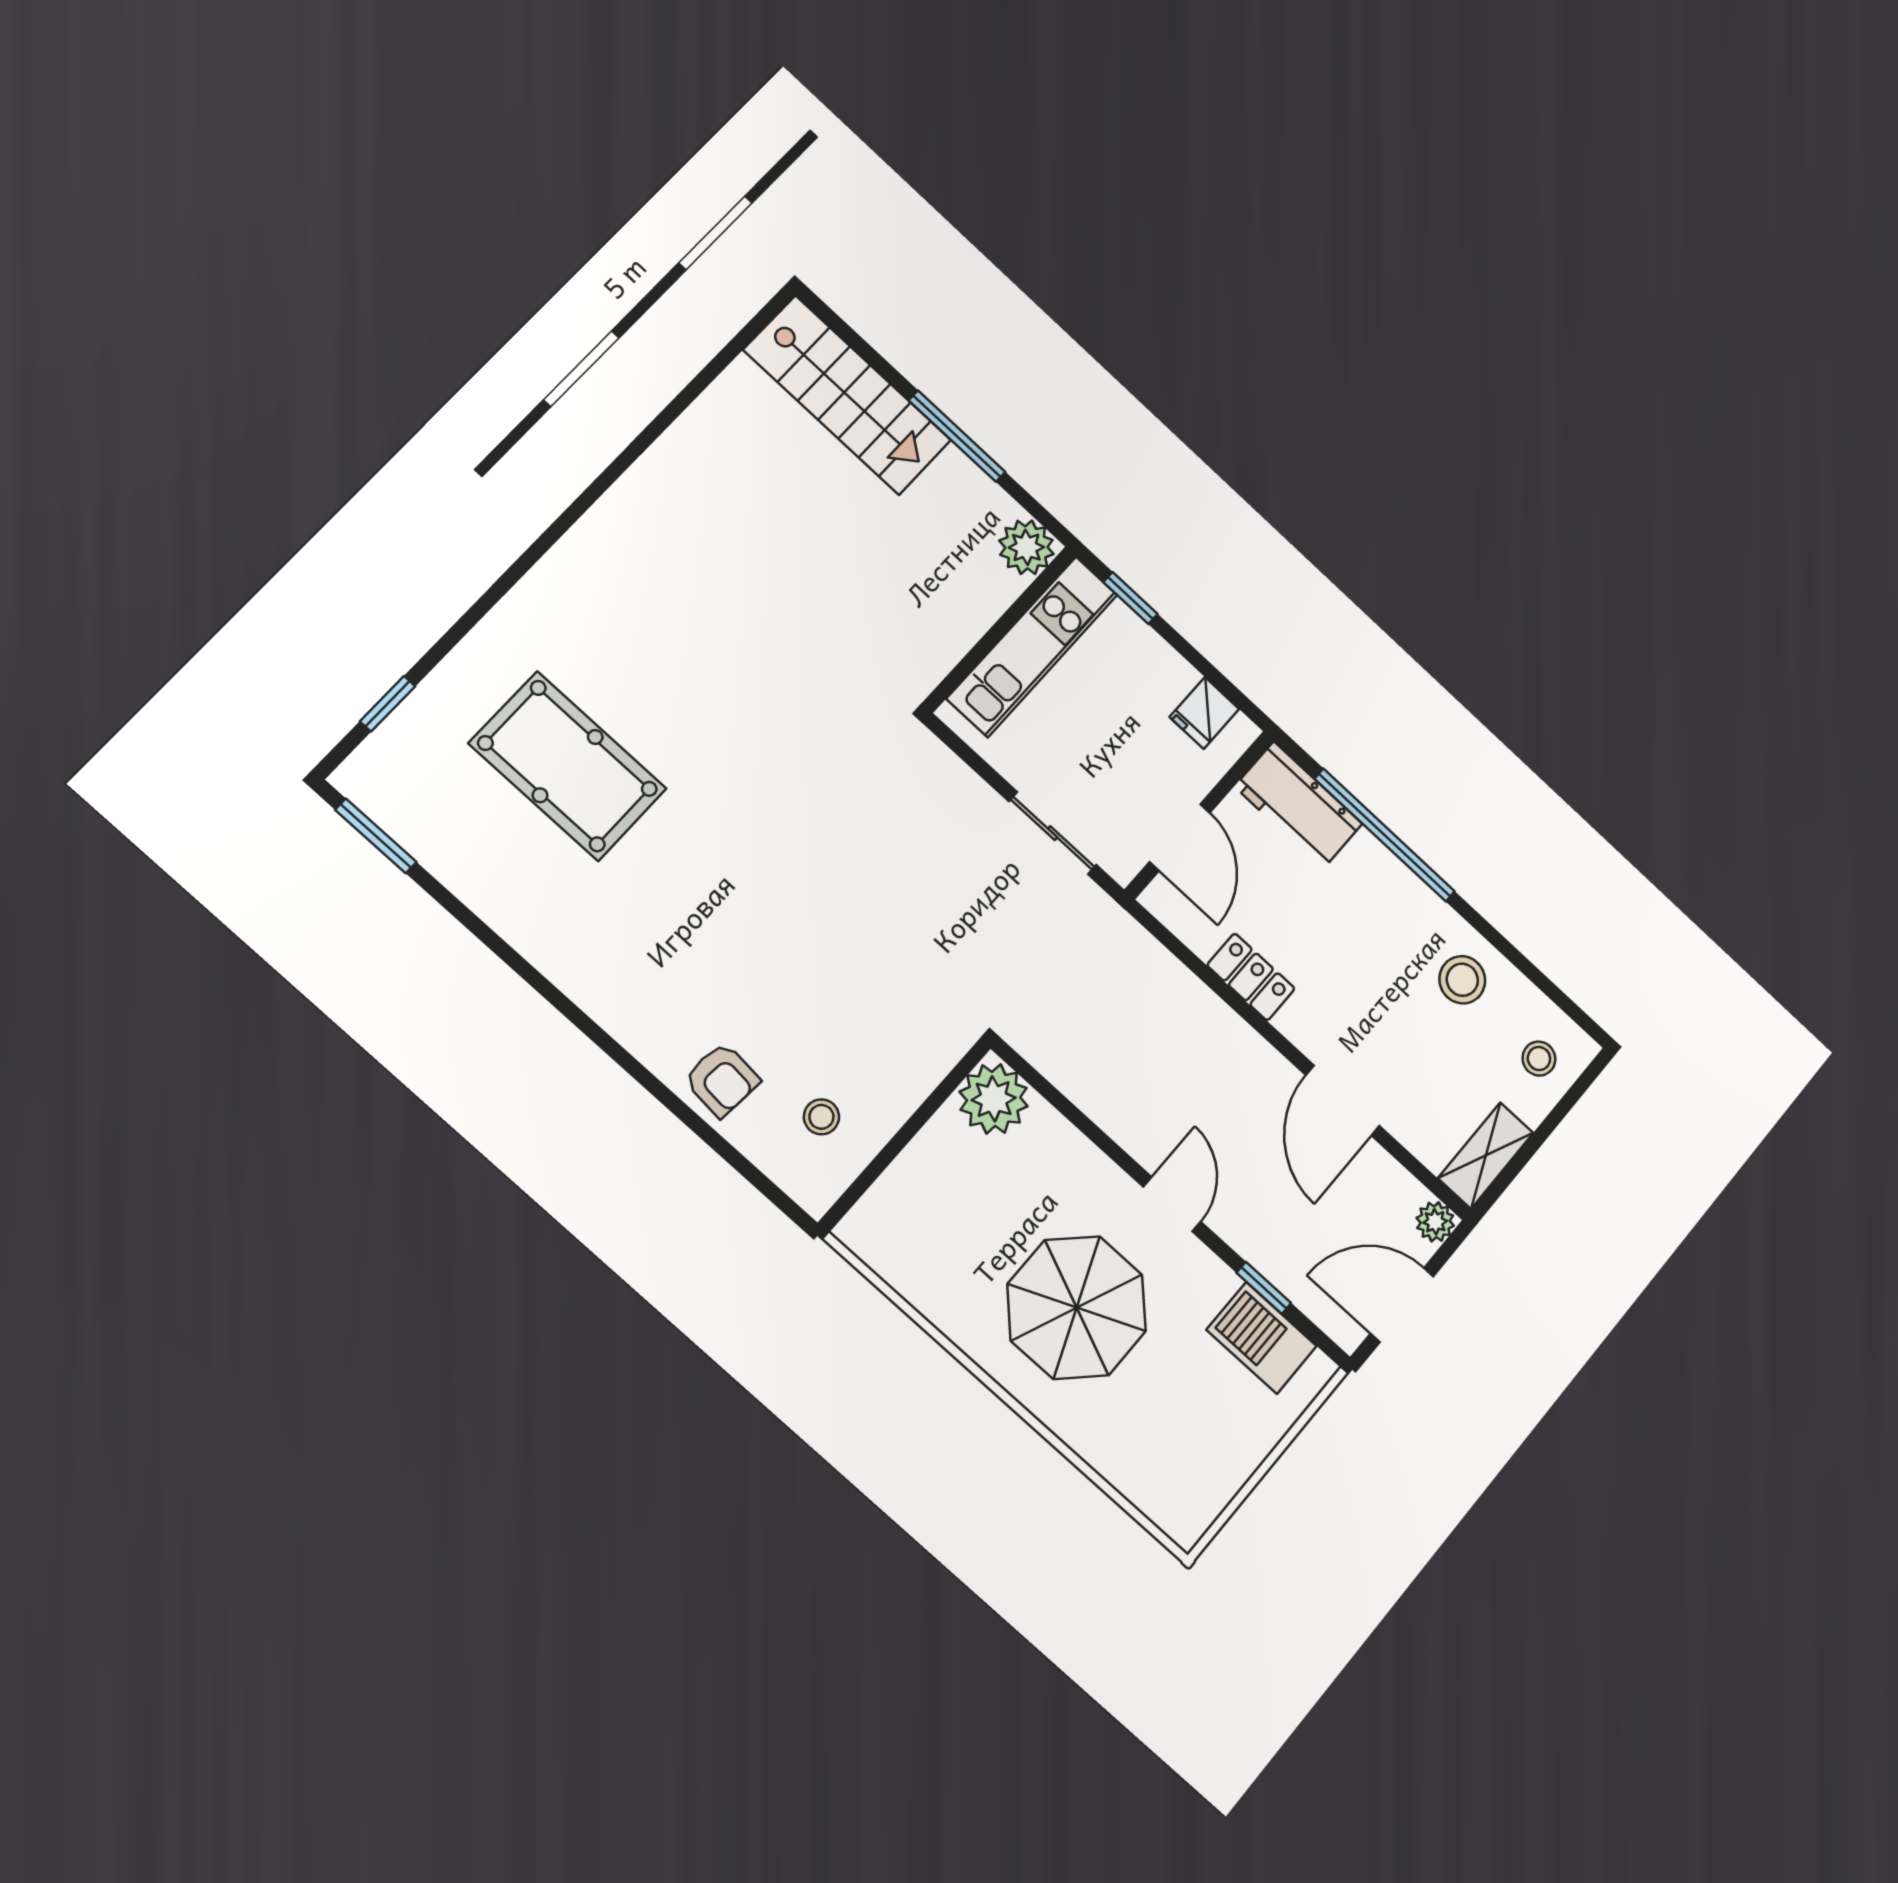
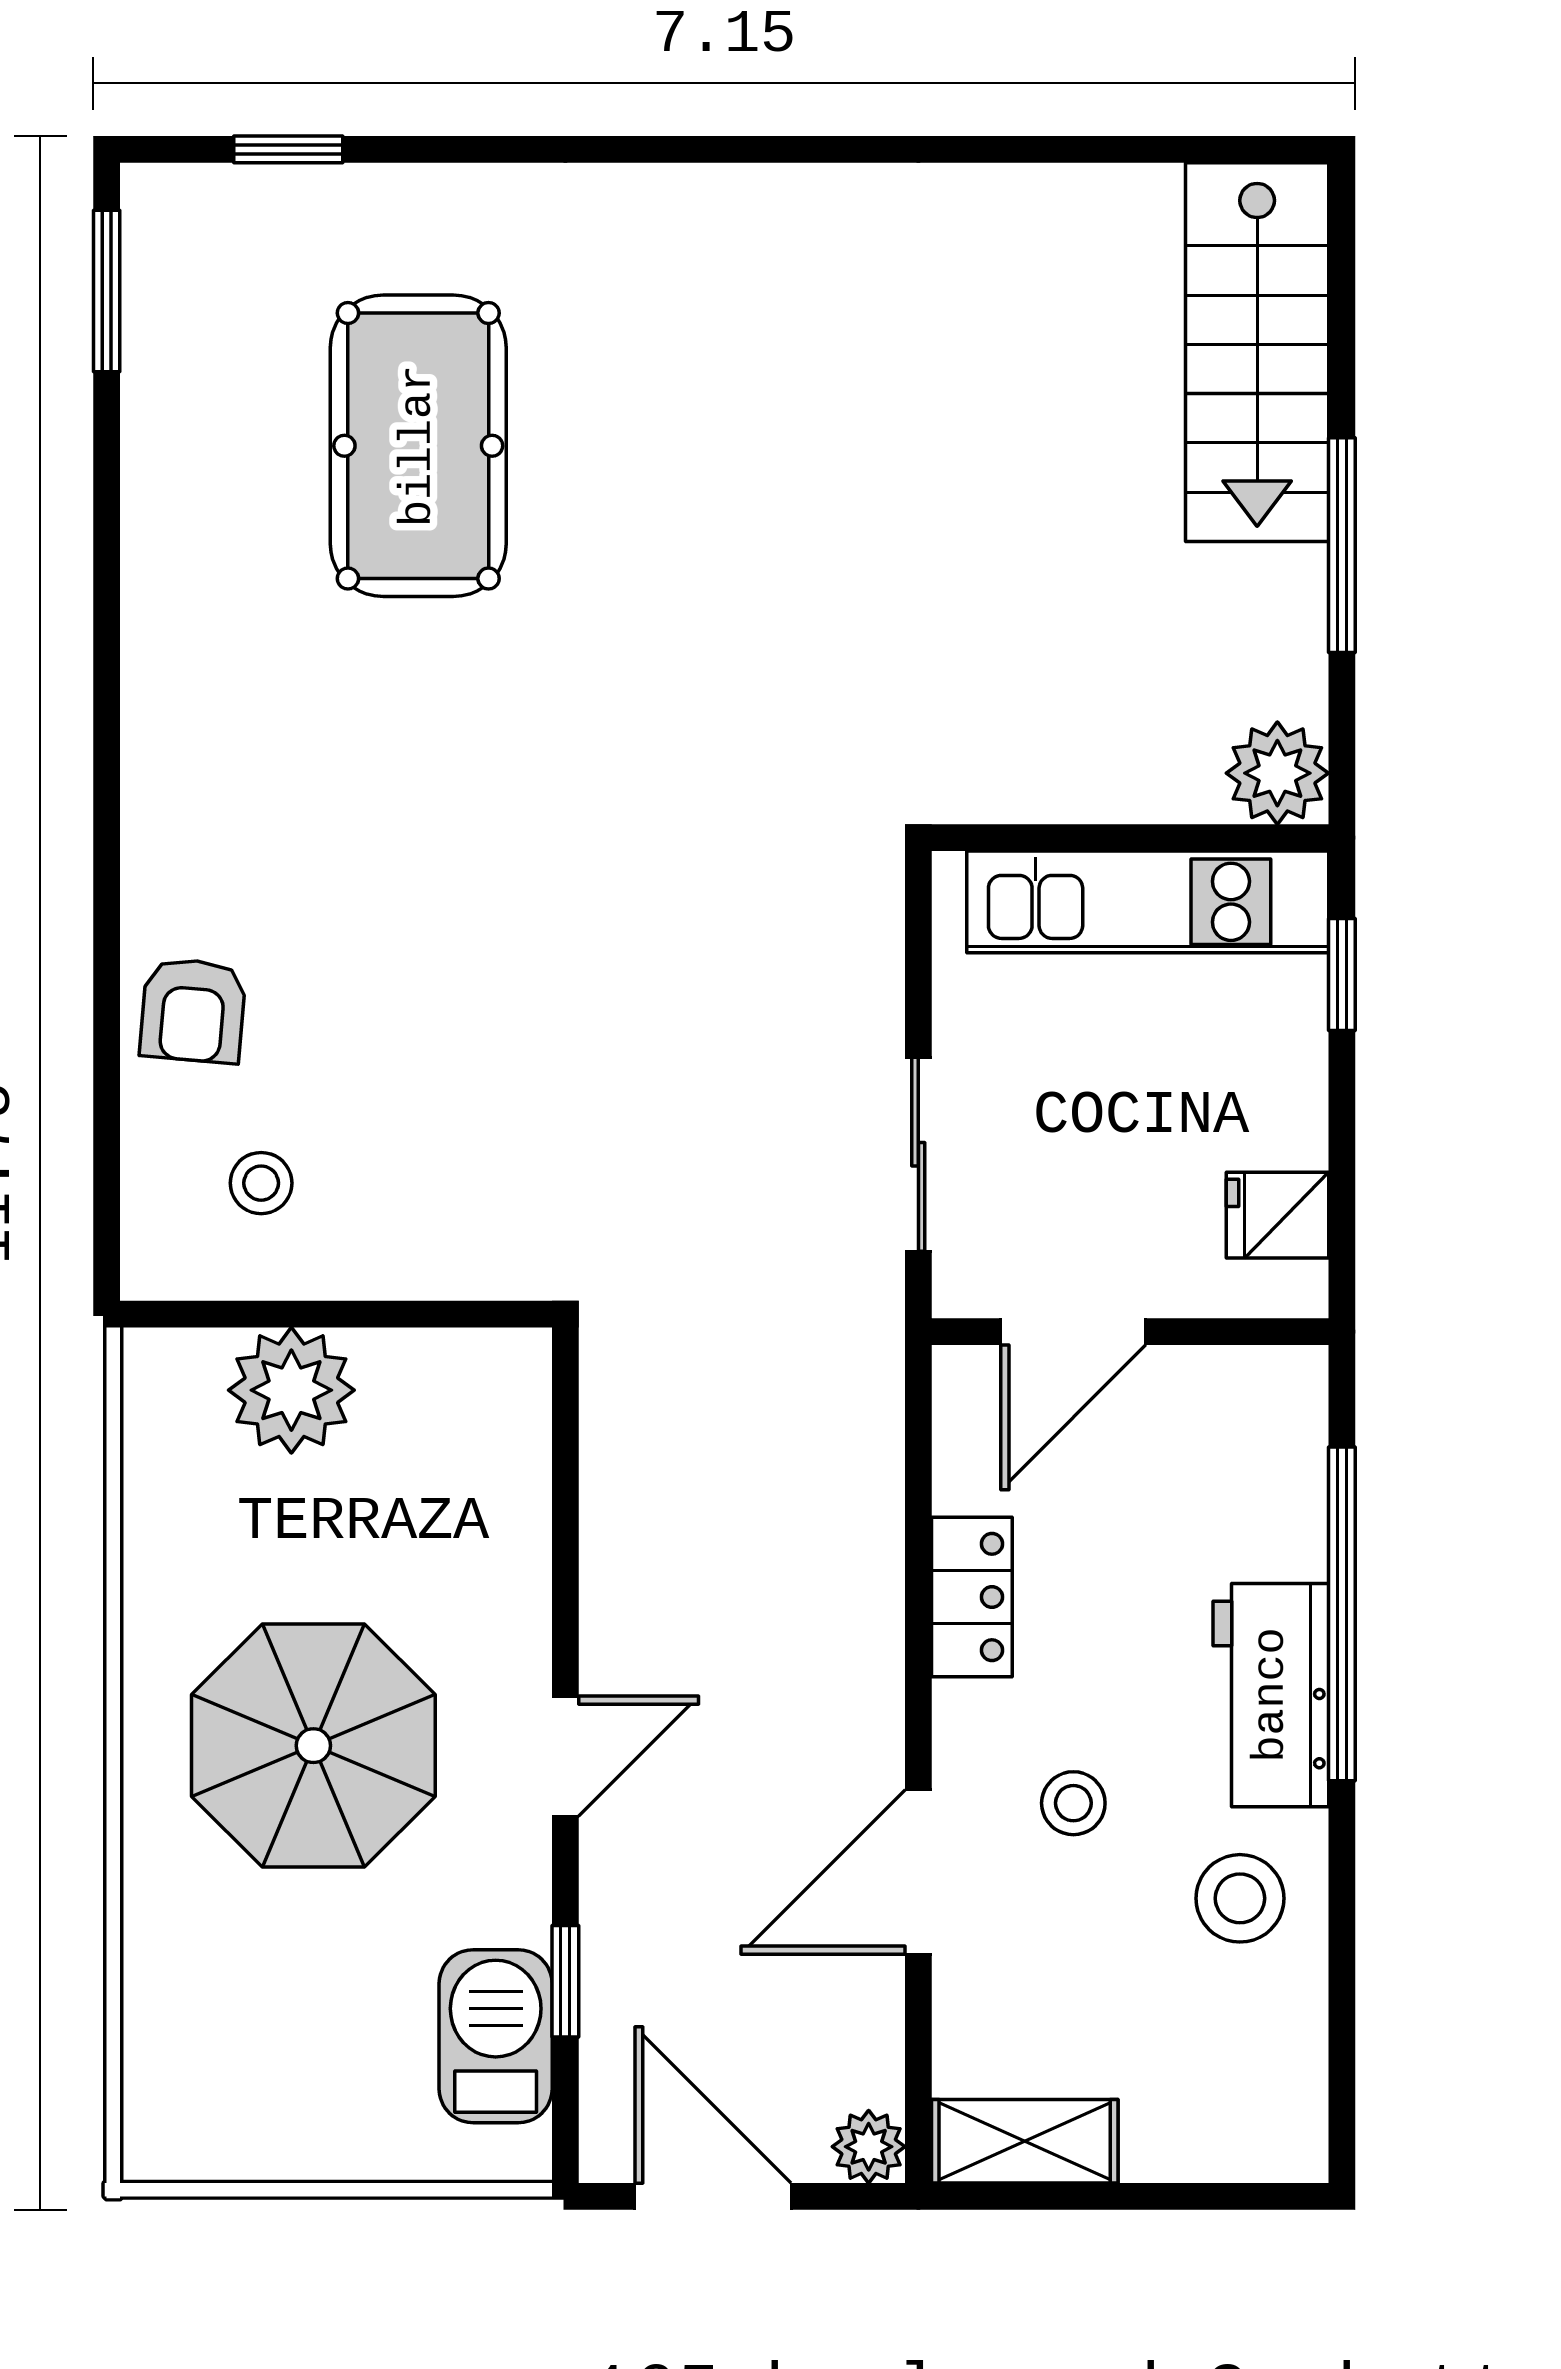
workbench: (1298, 805) -> (1271, 1695), moved
stool: (1539, 1059) -> (1073, 1803), moved
plant: (994, 1099) -> (291, 1390), moved

